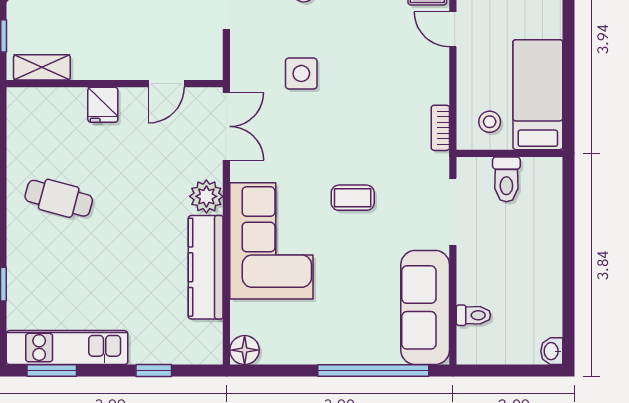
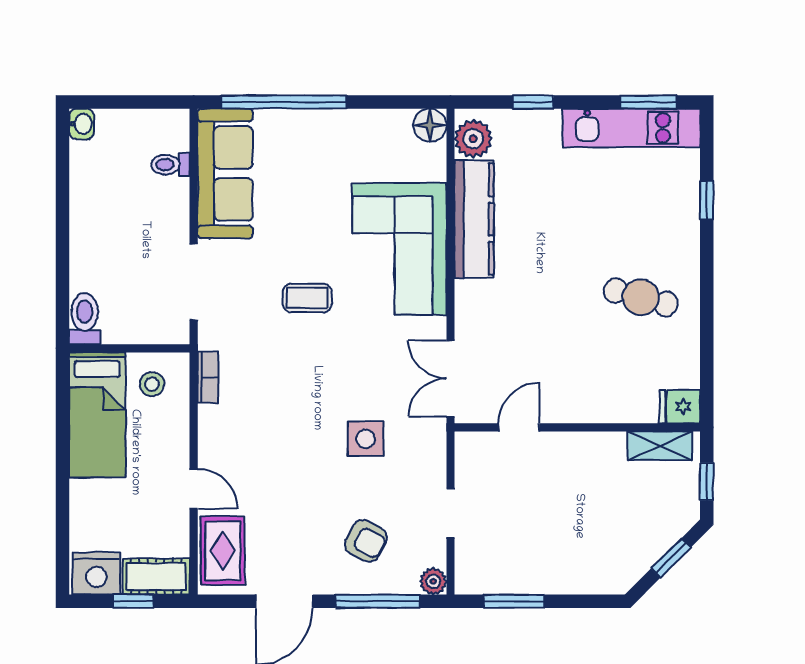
fridge: (103, 105) -> (680, 407), moved, turned -90
toilet: (506, 179) -> (85, 319), moved
plant: (206, 196) -> (473, 139), moved

